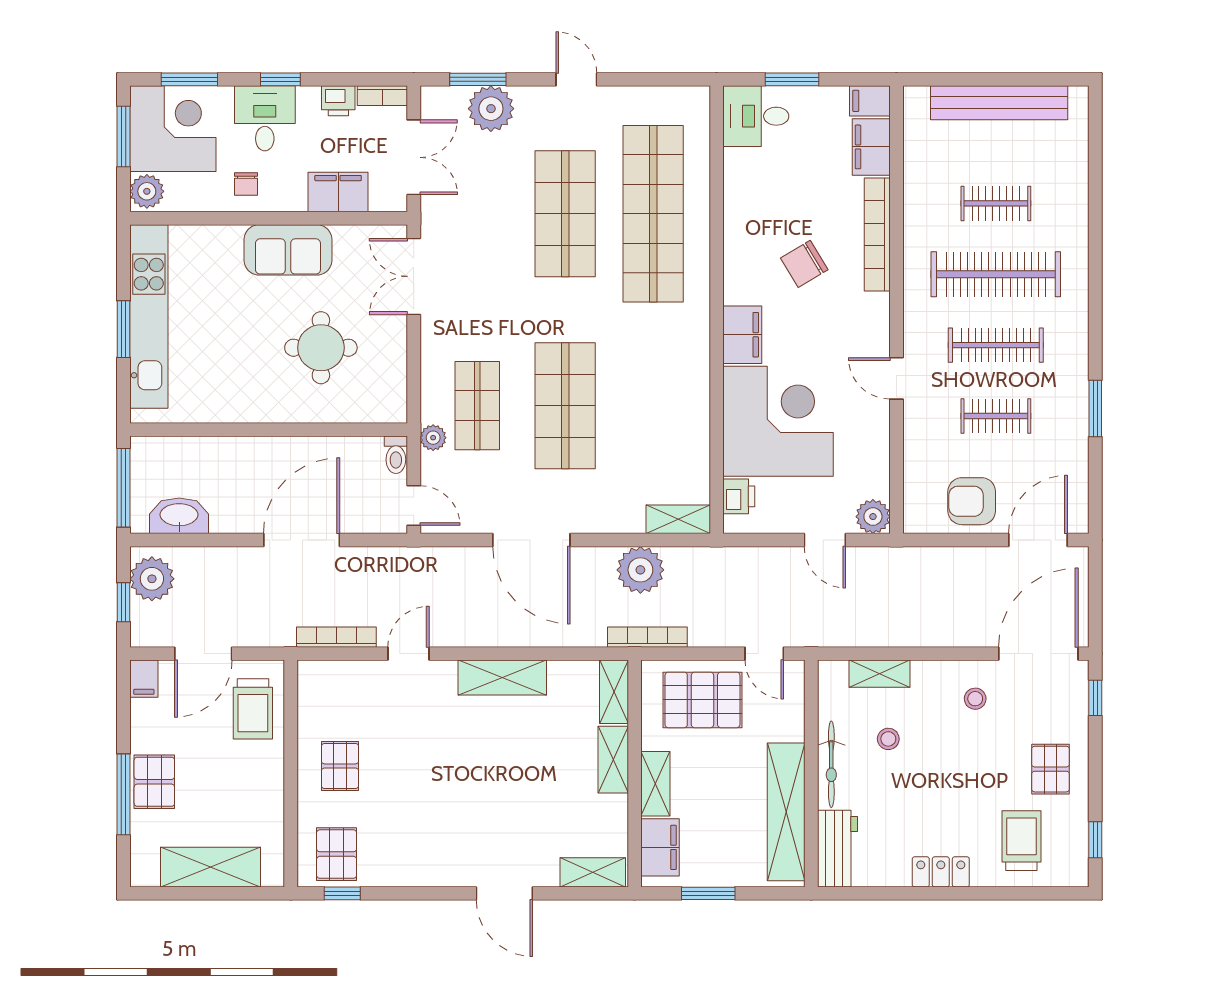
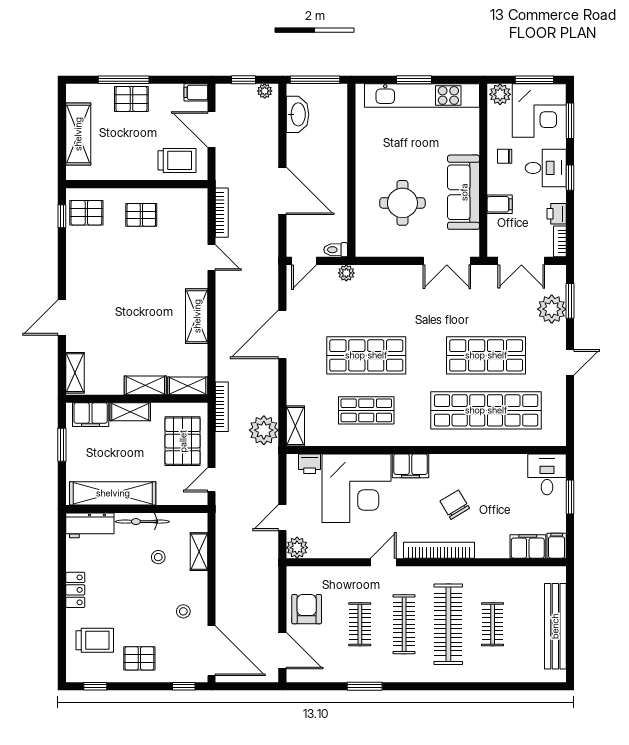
filing cabinet: (338, 192) -> (500, 204), width x0.50
bookcase: (877, 234) -> (439, 550), moved
sofa: (288, 250) -> (464, 192), width x1.36
double door: (414, 276) -> (447, 261), swing flipped
shop shelf: (477, 406) -> (366, 410), moved
plant: (640, 570) -> (264, 430), moved
plant: (152, 579) -> (265, 91), width x0.53, depth x0.53
trolley: (253, 709) -> (177, 160), turned 180

